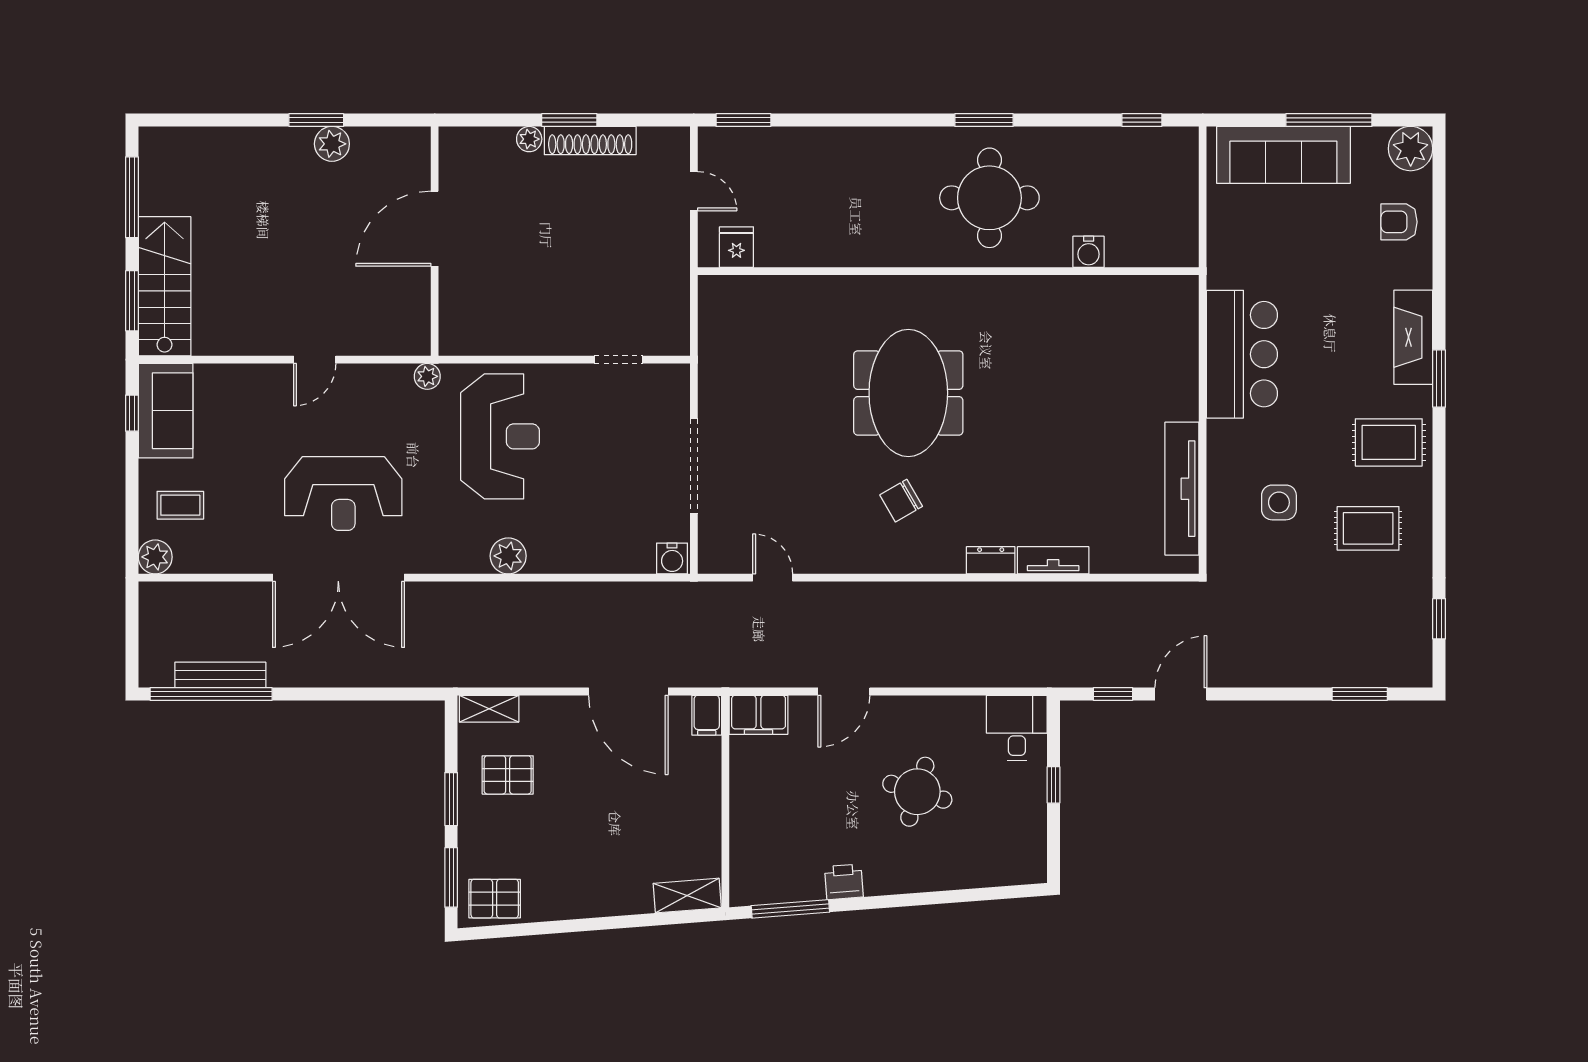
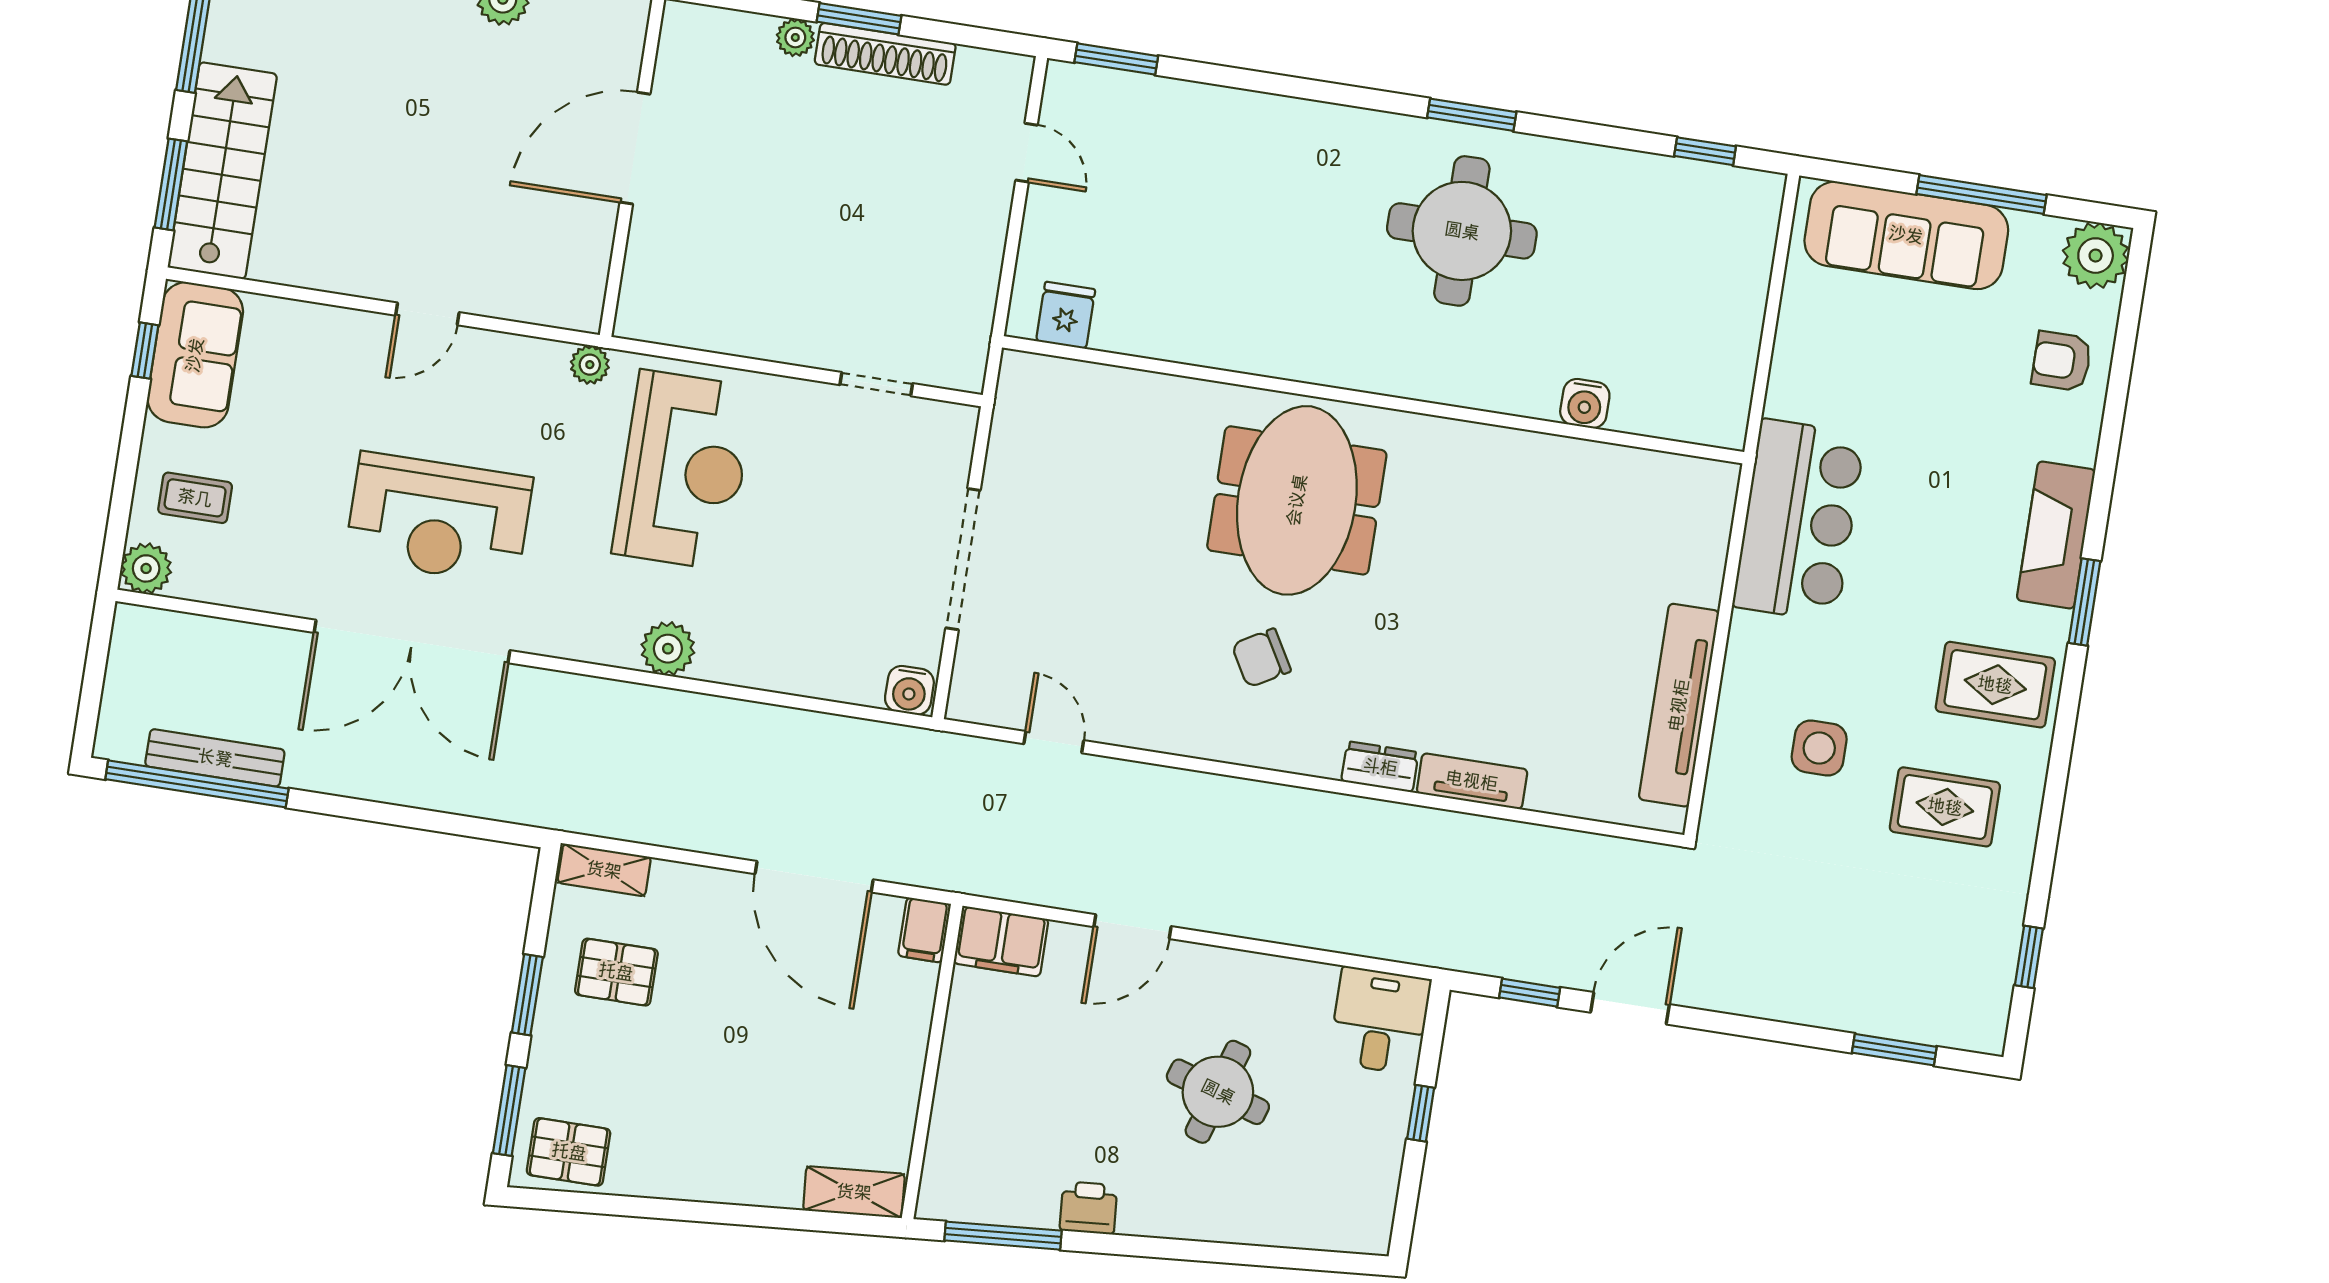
fridge: (736, 247) -> (1066, 315), moved
water cooler: (1089, 252) -> (1585, 404), moved
wall: (948, 271) -> (1373, 400), moved

